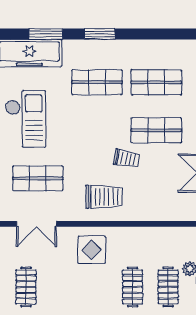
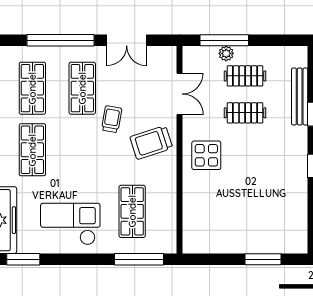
trolley: (104, 197) -> (151, 142), turned -108
double door: (37, 224) -> (180, 94), moved
clothes rail: (26, 287) -> (245, 224), removed

